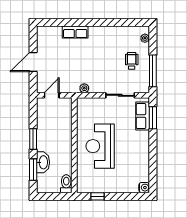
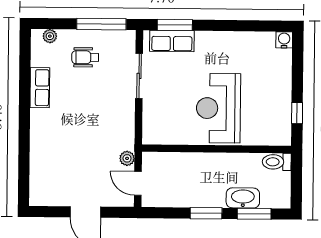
row of seats: (75, 32) -> (40, 88), moved
plant: (84, 88) -> (127, 158), moved
reception desk: (100, 146) -> (218, 108), turned 90

